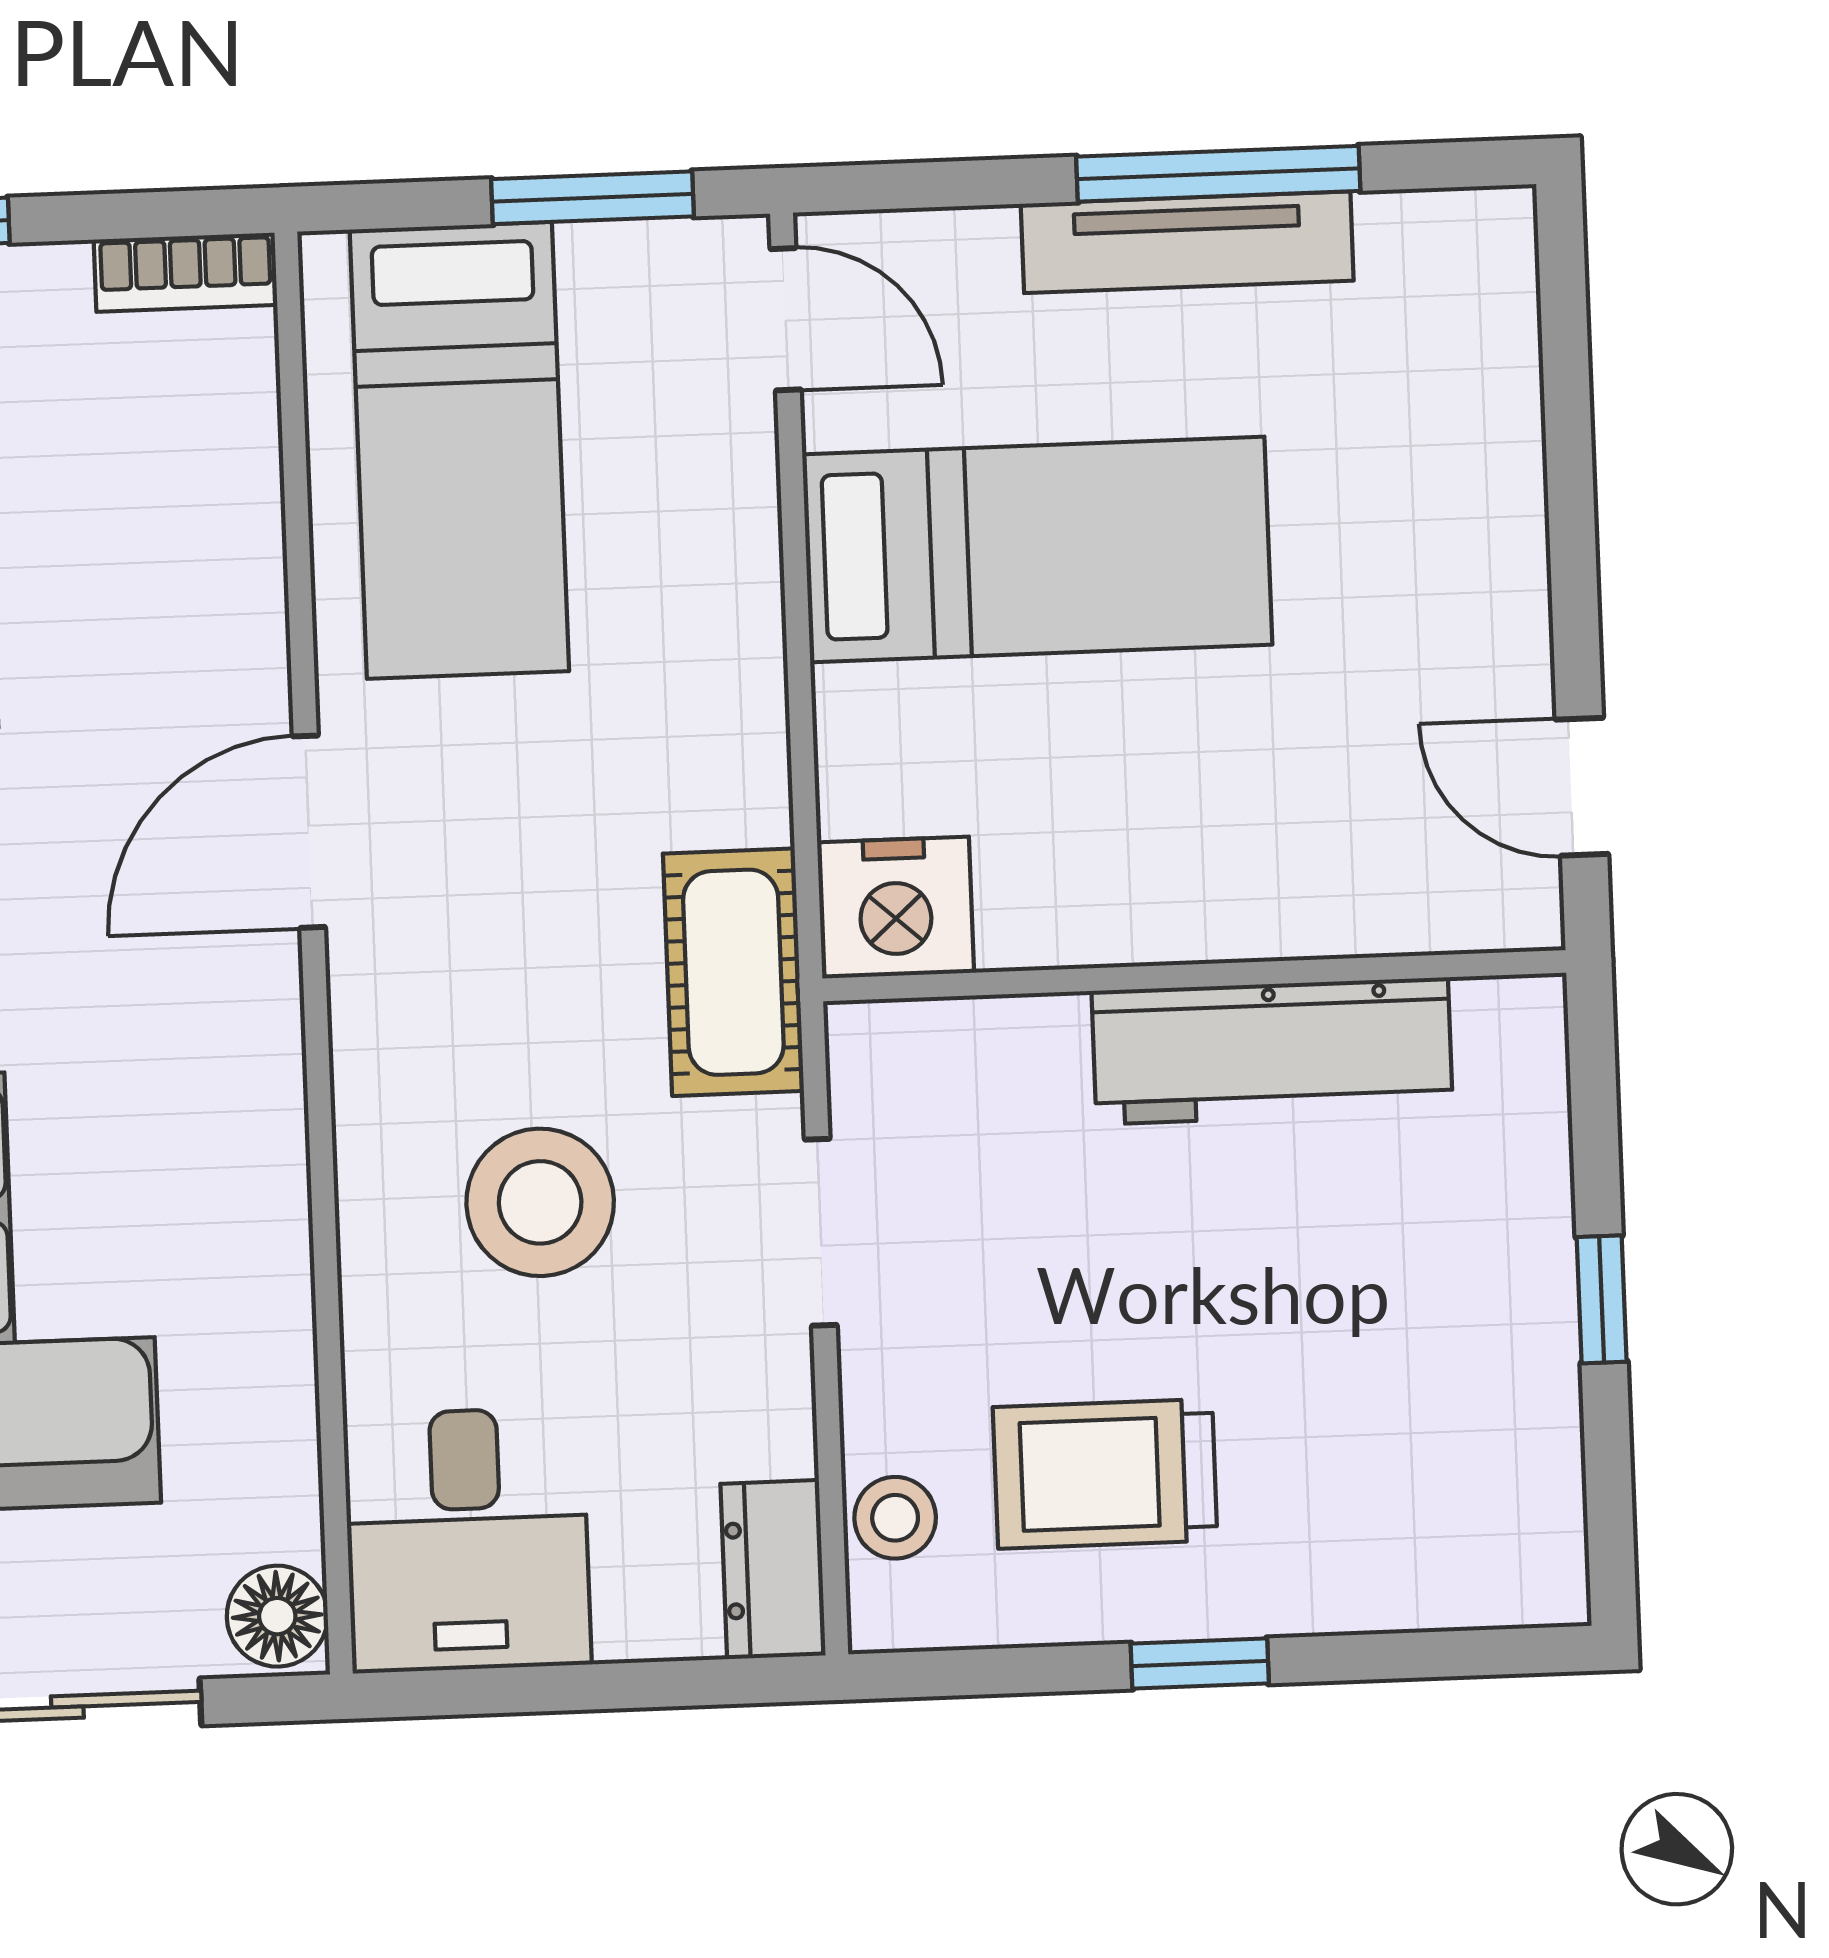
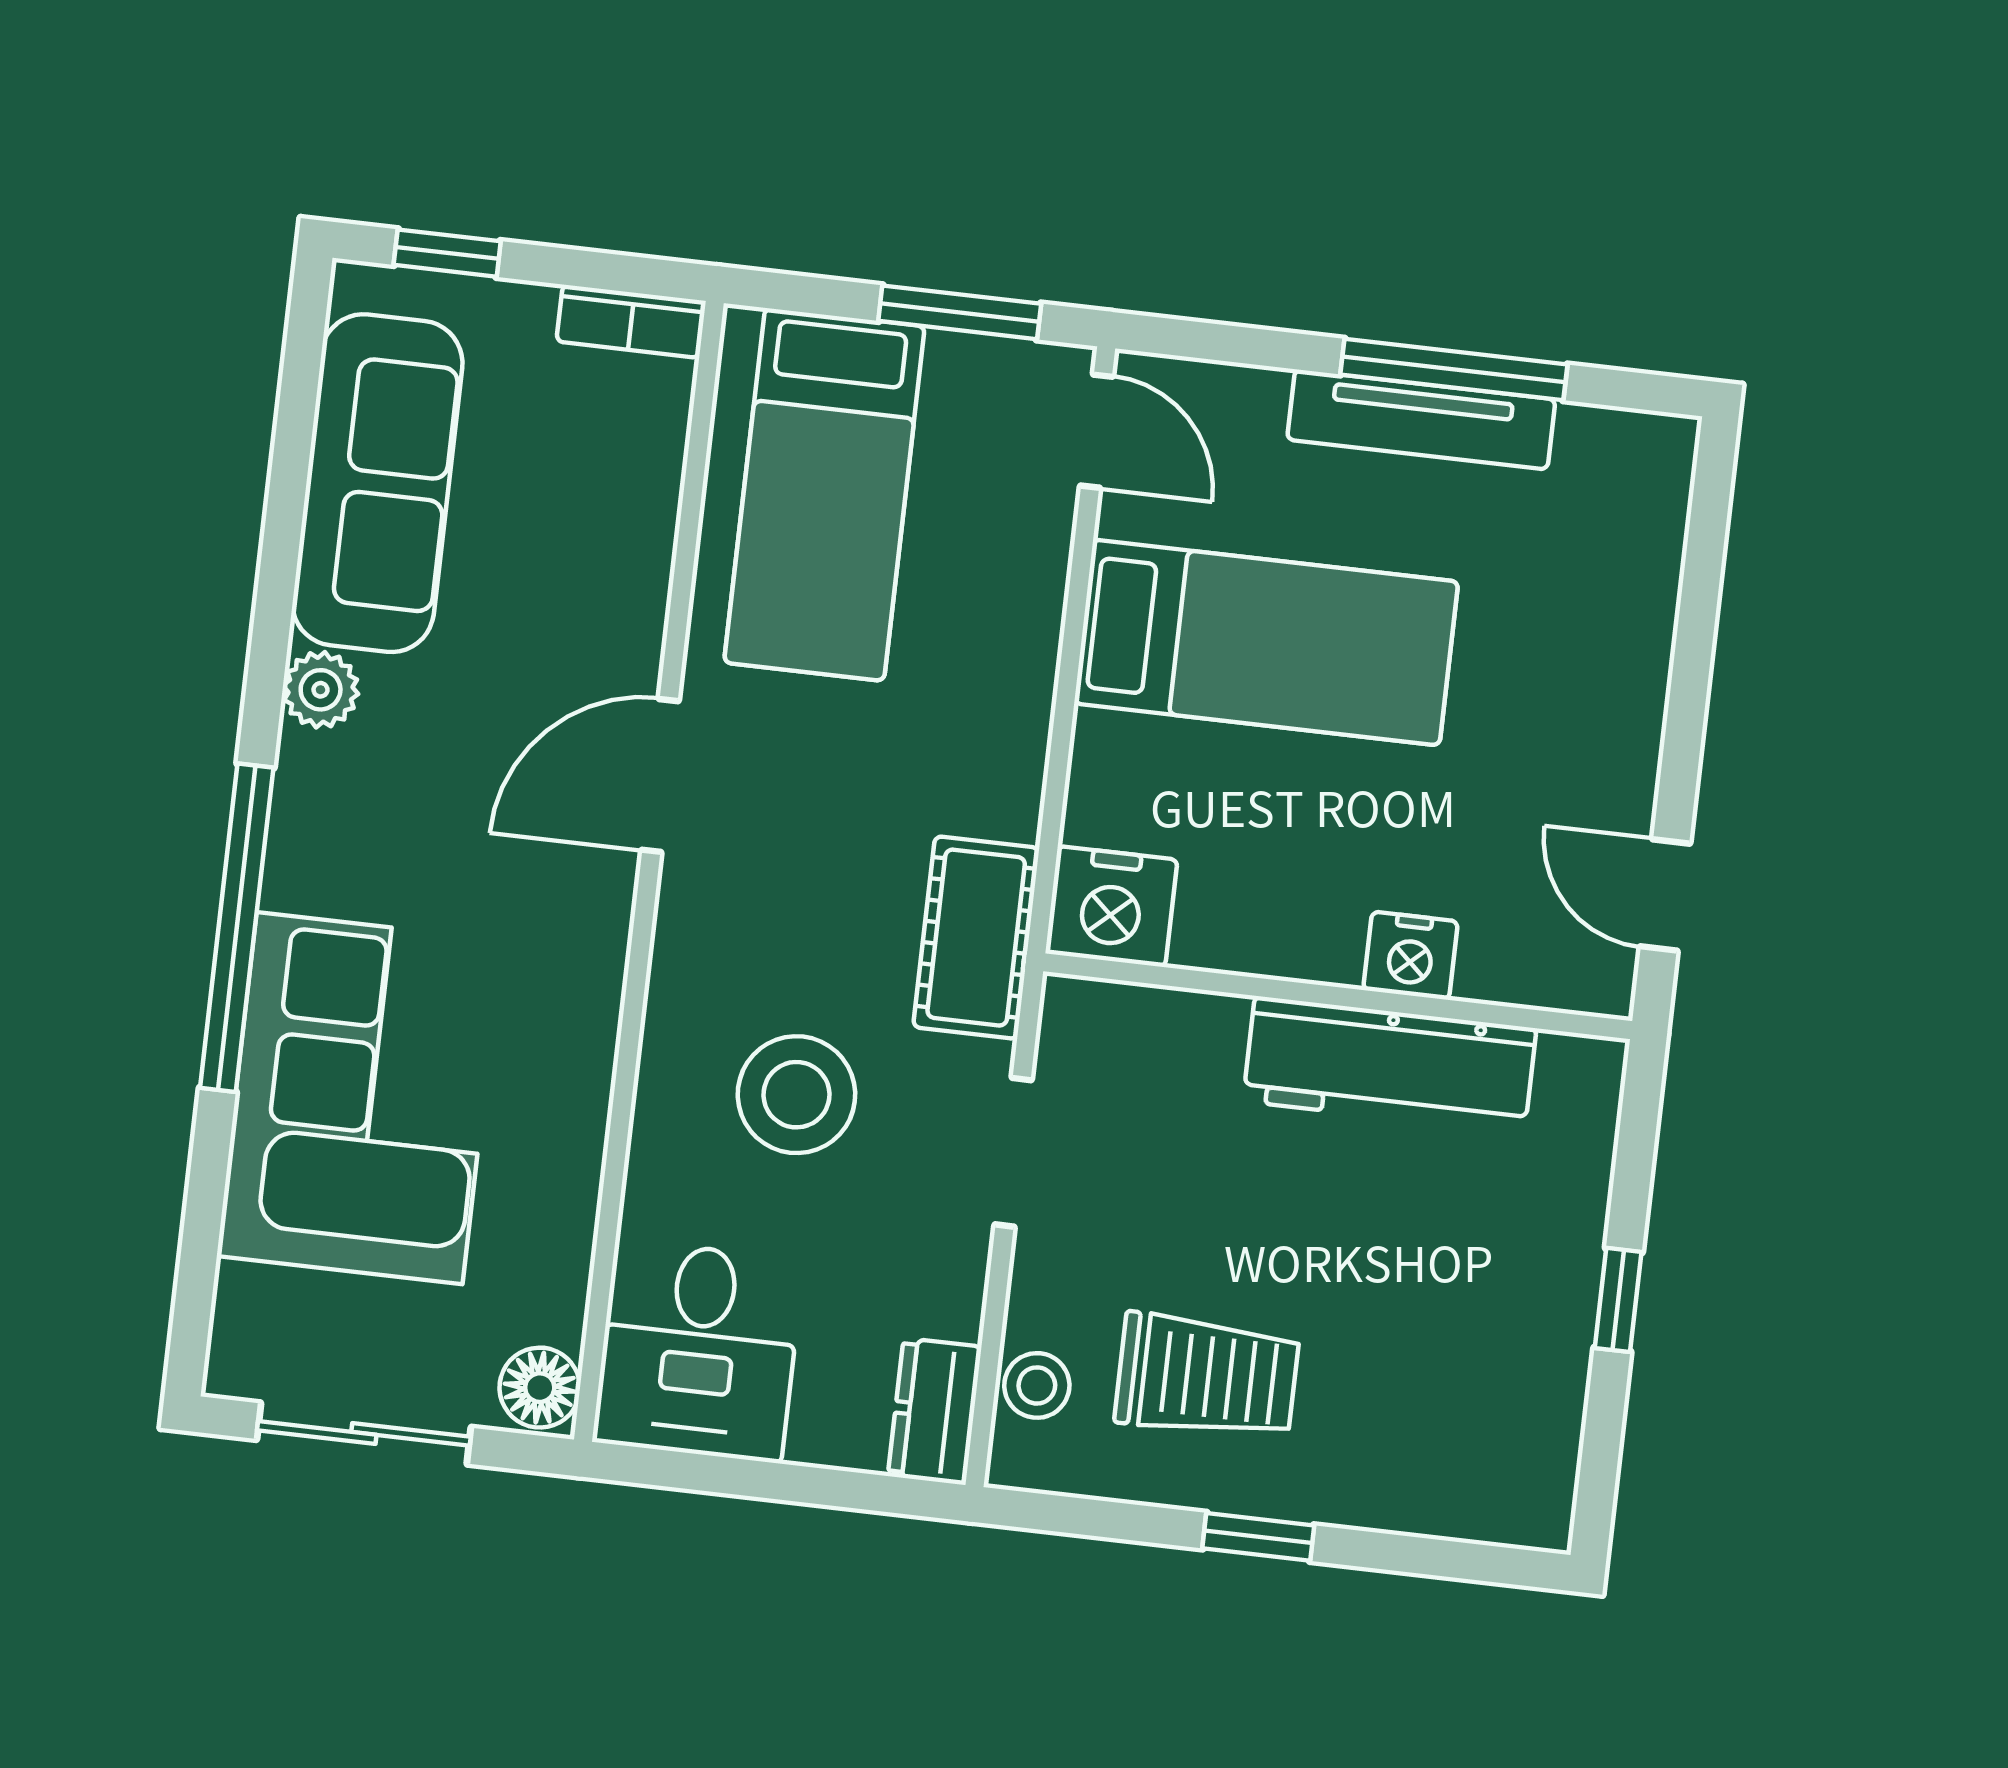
nightstand: (1277, 911) -> (1411, 956), added
trolley: (1105, 1474) -> (1207, 1376), turned 180

